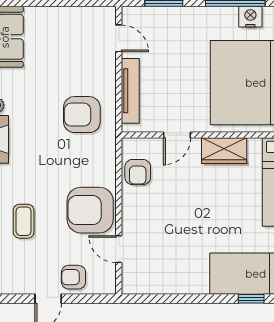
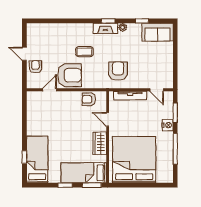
nightstand: (250, 17) -> (168, 125), moved
door: (119, 38) -> (157, 90), hinge flipped
armchair: (90, 210) -> (69, 75), turned 90
coffee table: (24, 221) -> (84, 52), moved

